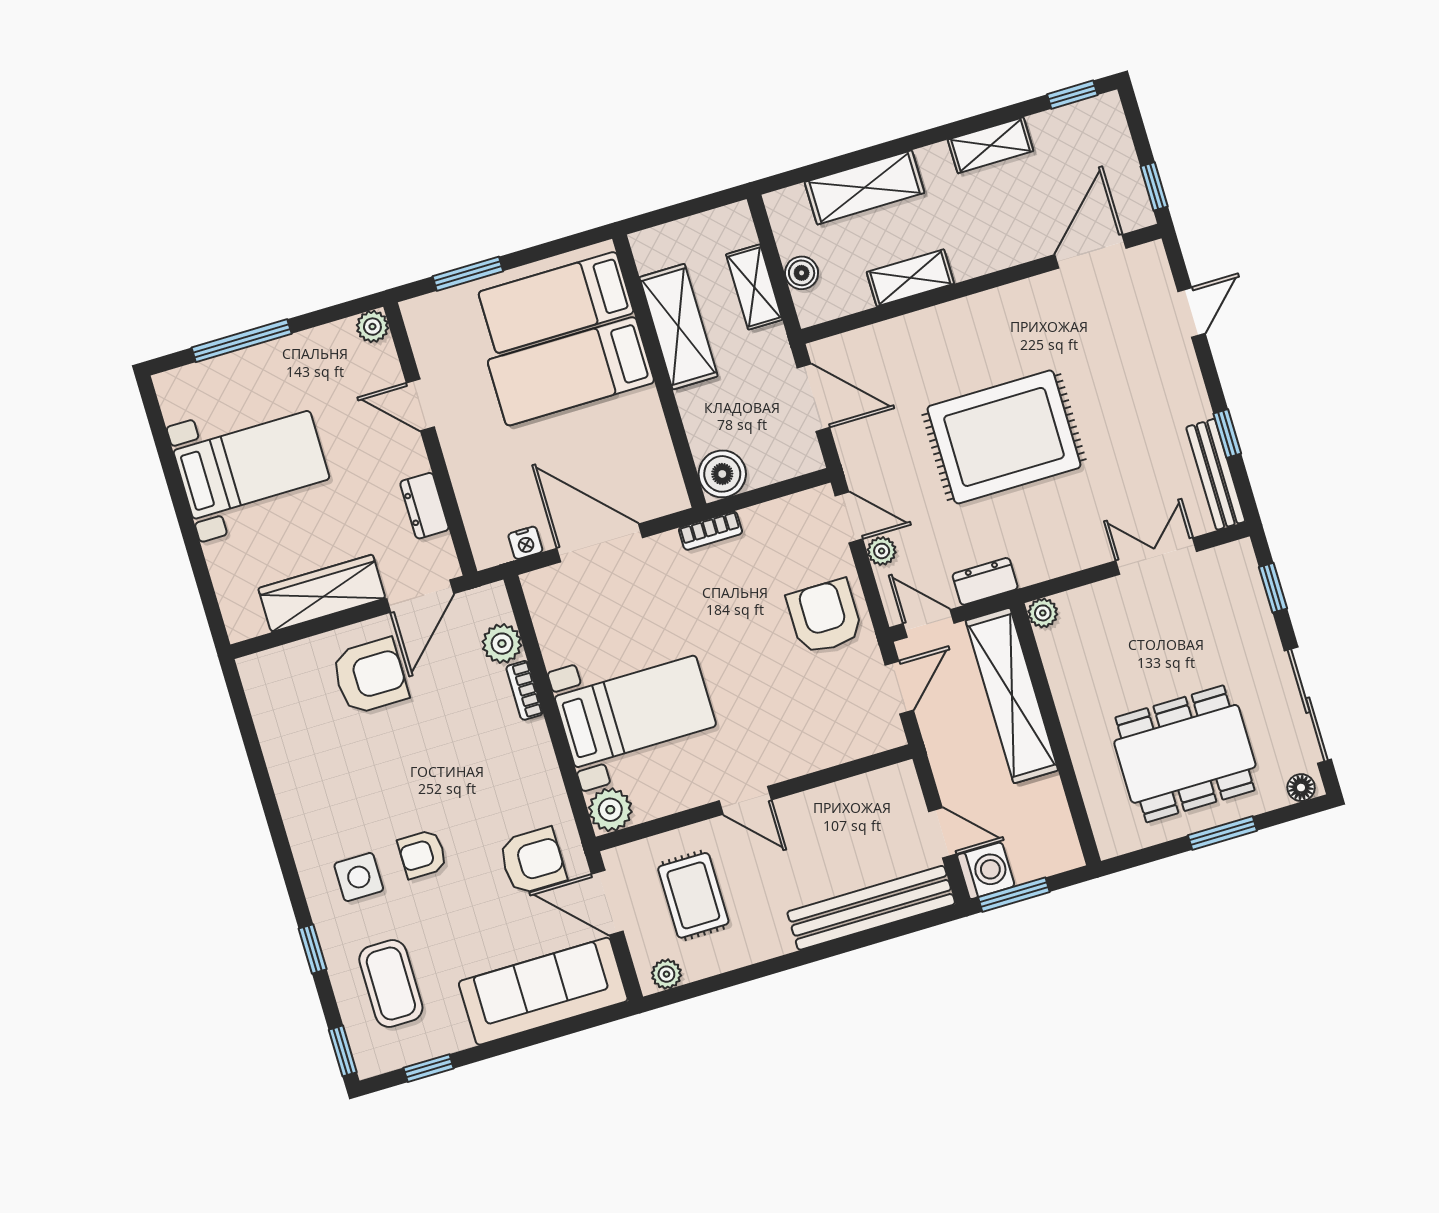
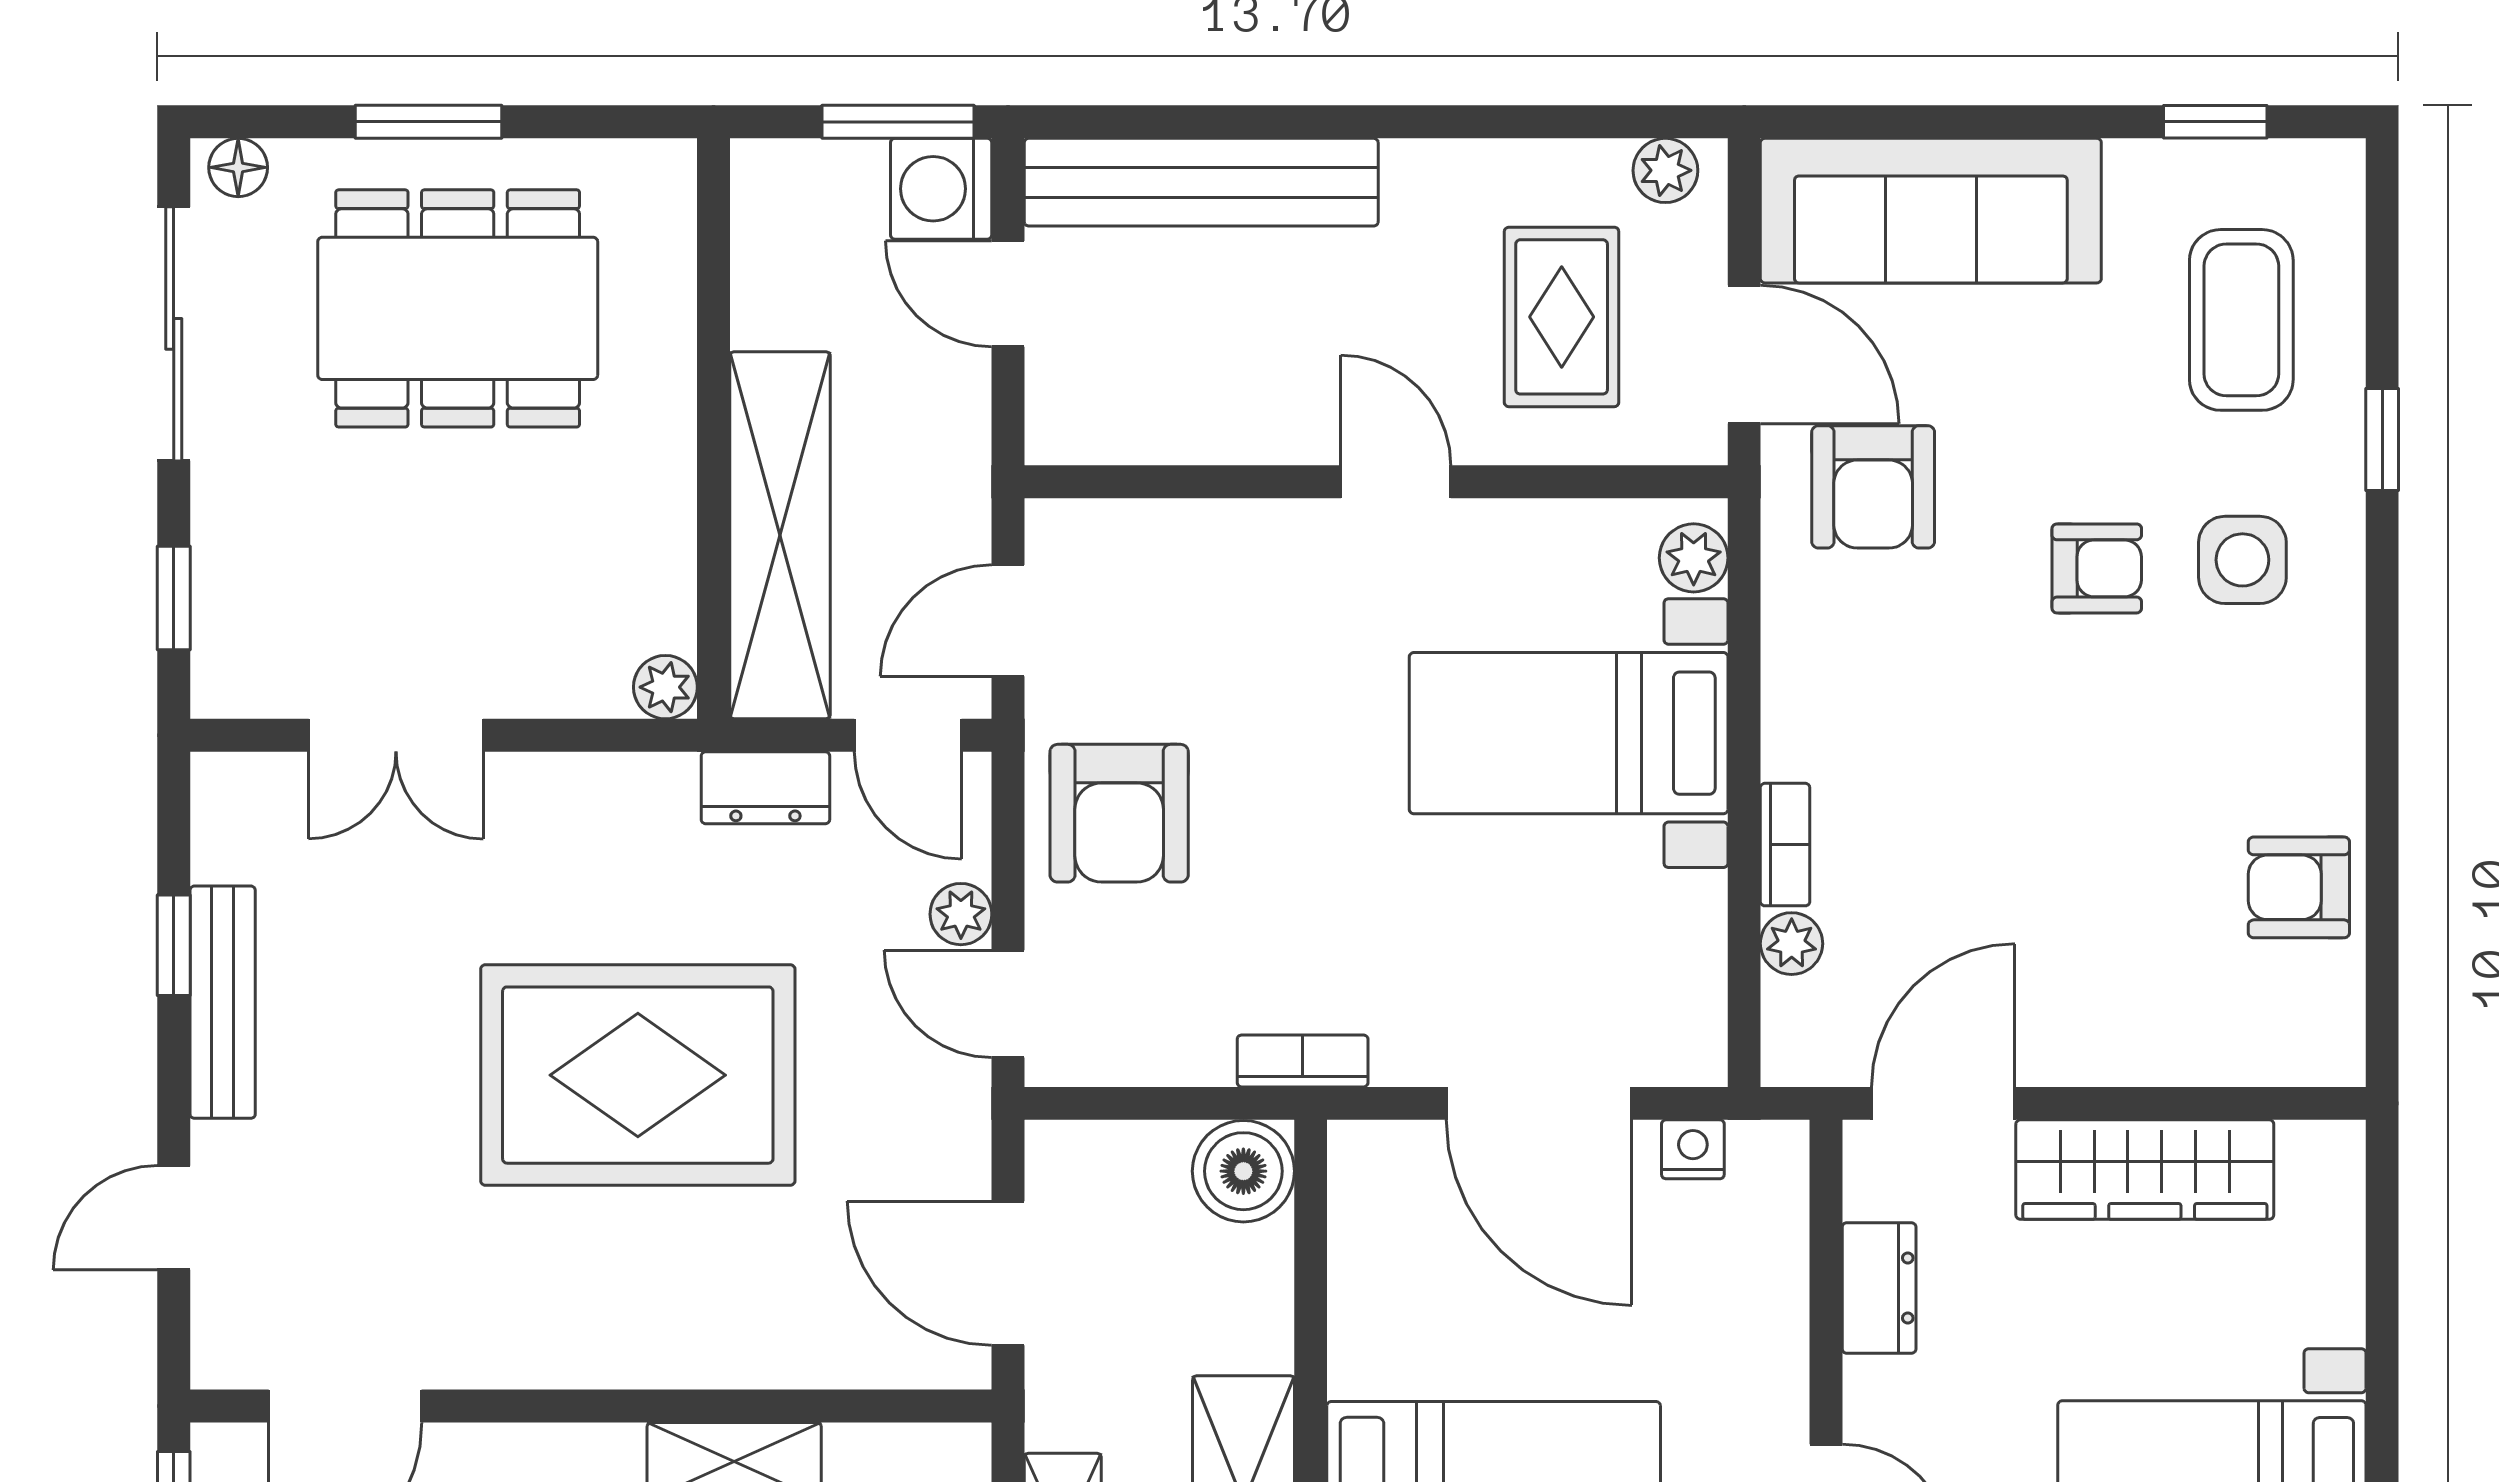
bench: (1216, 474) -> (223, 1002), moved
plant: (502, 644) -> (1792, 944), width x0.73, depth x0.73
armchair: (370, 676) -> (2299, 887), moved, width x0.72, depth x0.72
plant: (610, 810) -> (1694, 558), width x0.73, depth x0.73
armchair: (533, 861) -> (1873, 487), turned -90
window: (343, 1051) -> (2382, 210), removed

